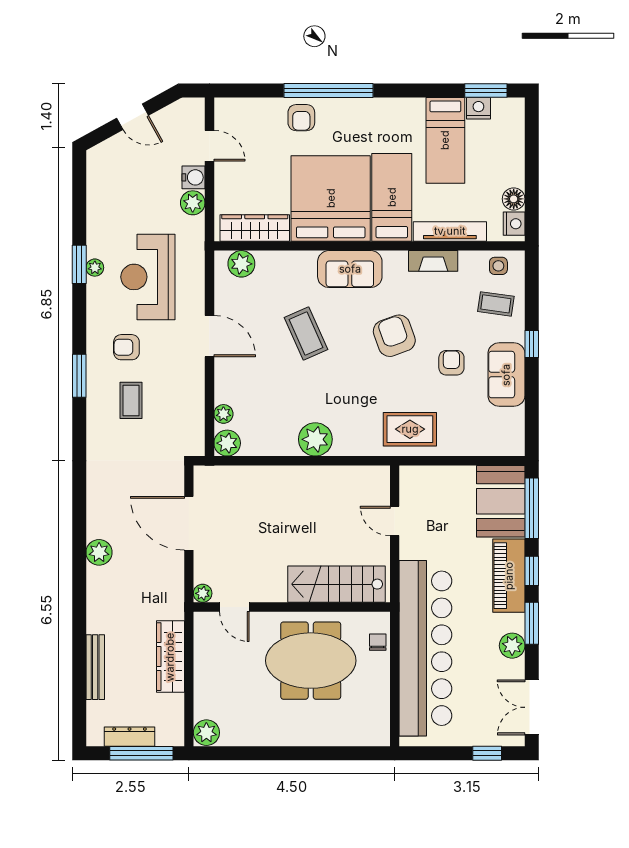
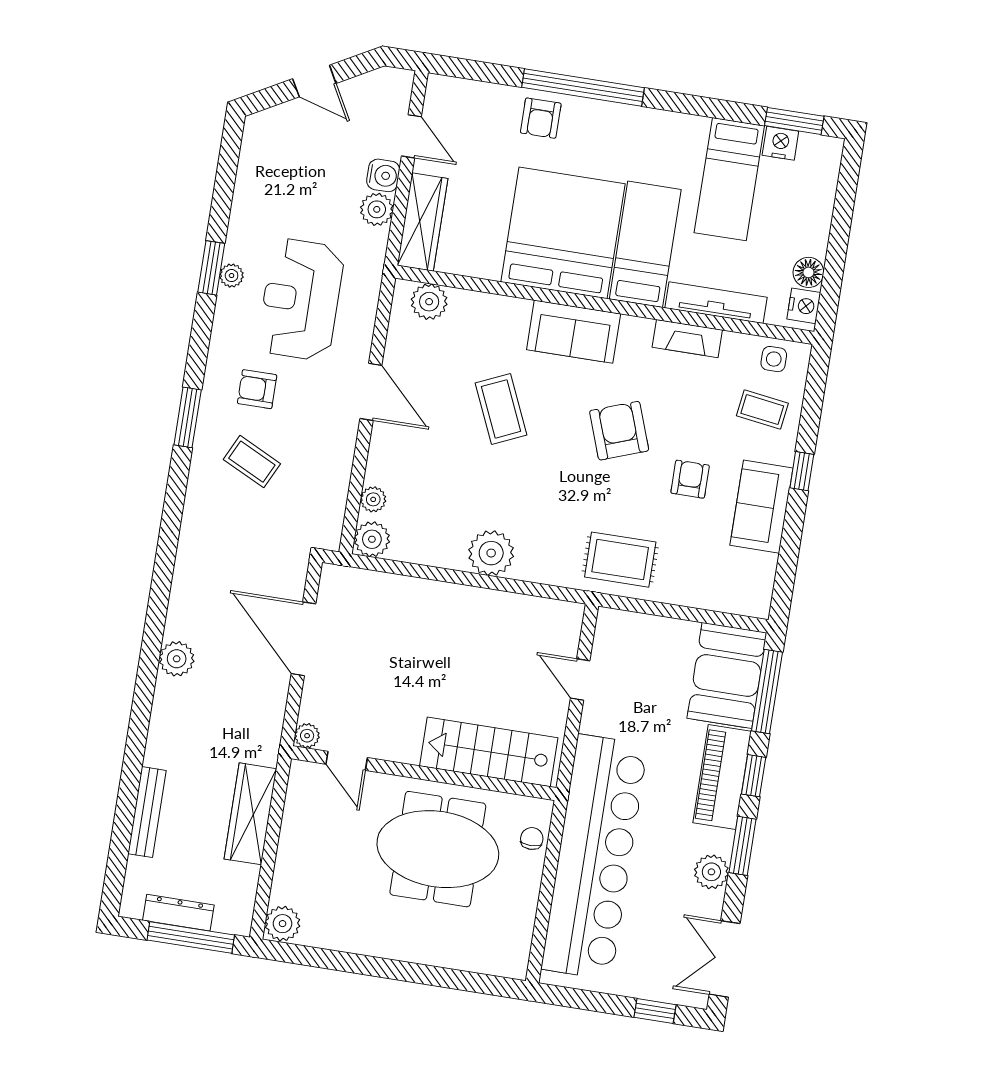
wardrobe: (255, 228) -> (423, 222), moved, turned 90
coffee table: (131, 400) -> (252, 462), turned -64

